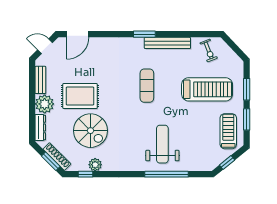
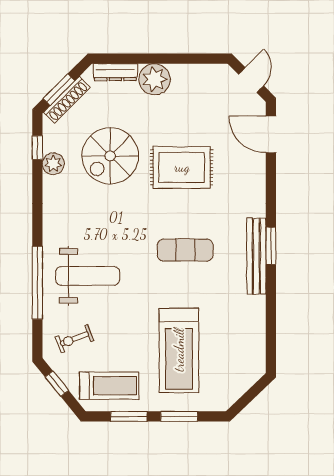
bench: (167, 43) -> (256, 256), moved
exercise bike: (209, 50) -> (74, 339), moved
bench: (40, 80) -> (195, 72), removed
rug: (80, 96) -> (182, 167), moved, turned 90

